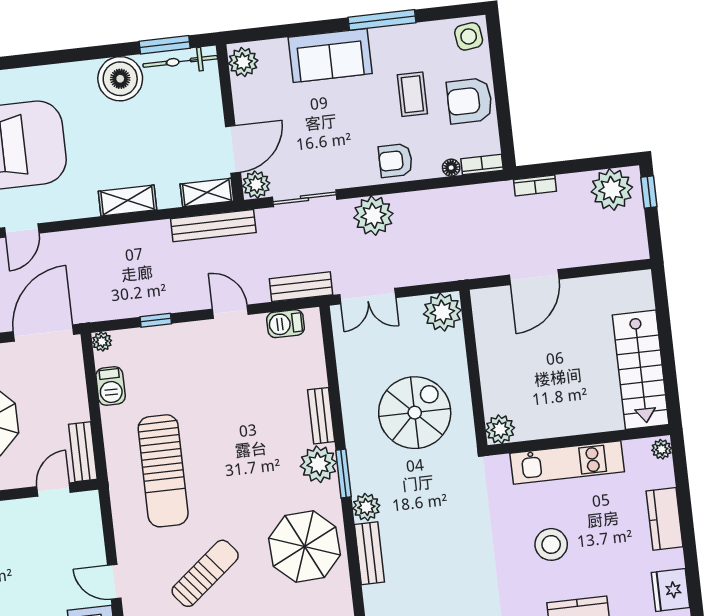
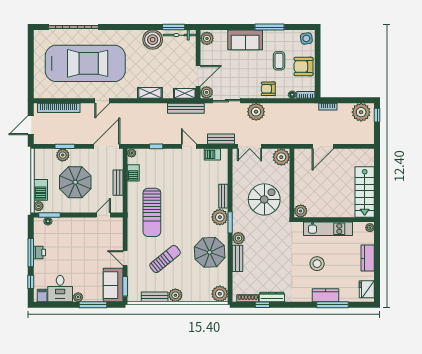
bench: (83, 452) -> (118, 183), moved

